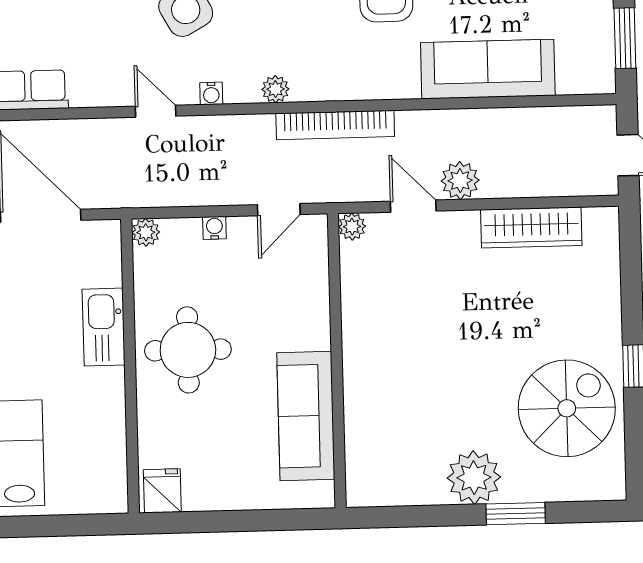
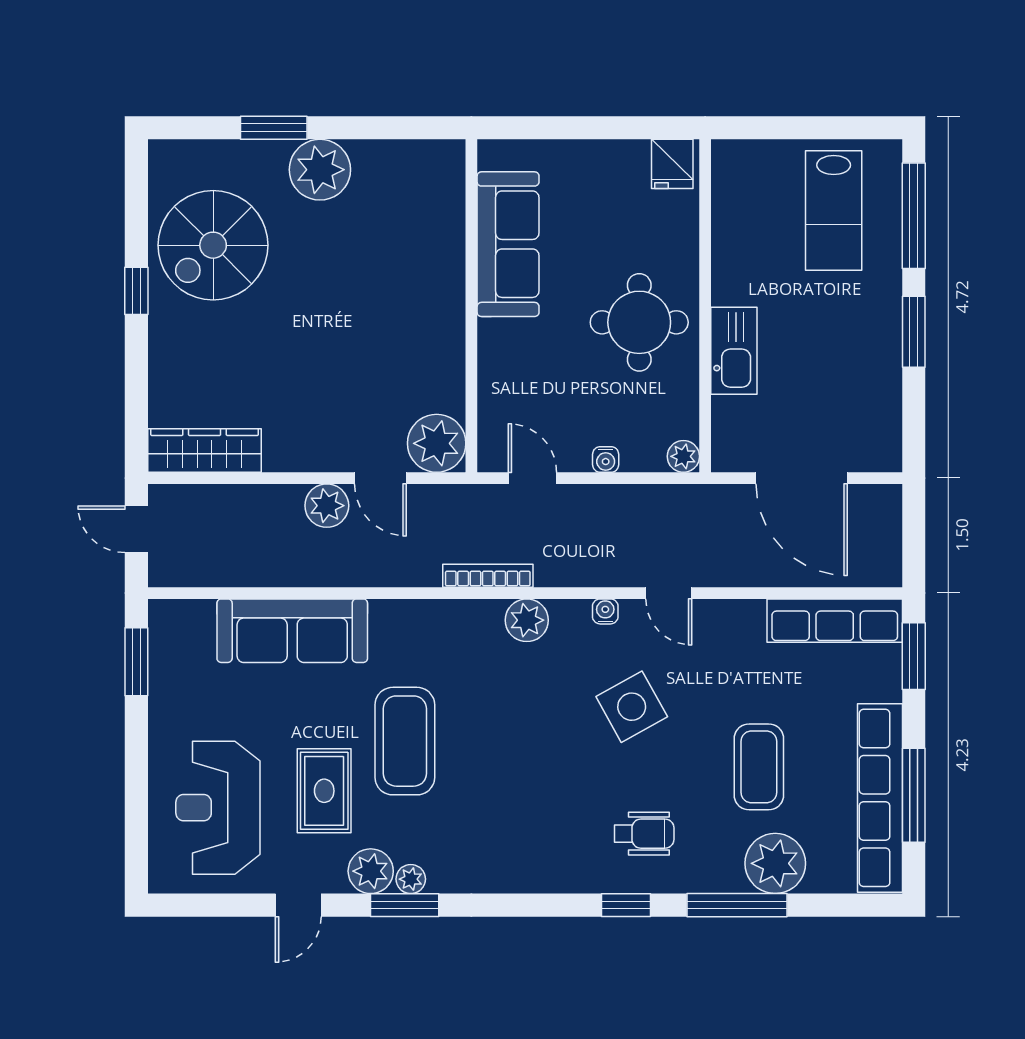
plant: (275, 89) -> (527, 620), width x1.38, depth x1.38
bookcase: (335, 125) -> (488, 576), width x0.68, depth x0.76
door: (279, 210) -> (532, 478), hinge flipped
plant: (352, 227) -> (437, 443), width x1.88, depth x1.88
wardrobe: (531, 227) -> (205, 450), moved

